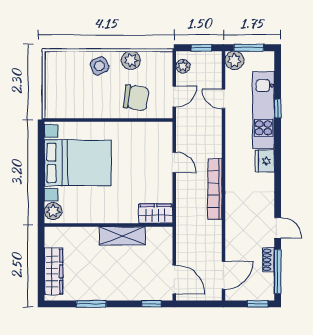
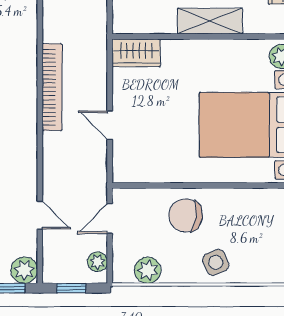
plant: (131, 60) -> (148, 270), moved
chair: (136, 98) -> (186, 215), moved
shelving: (122, 236) -> (210, 21), moved

